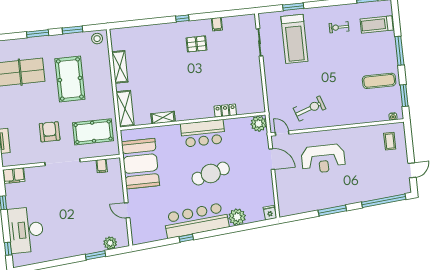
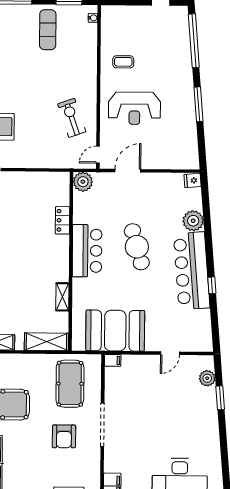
armchair: (50, 132) -> (64, 436), turned -90
coffee table: (390, 141) -> (123, 62), moved
reception desk: (323, 159) -> (134, 108), turned 90
filing cabinet: (102, 166) -> (113, 360), moved

